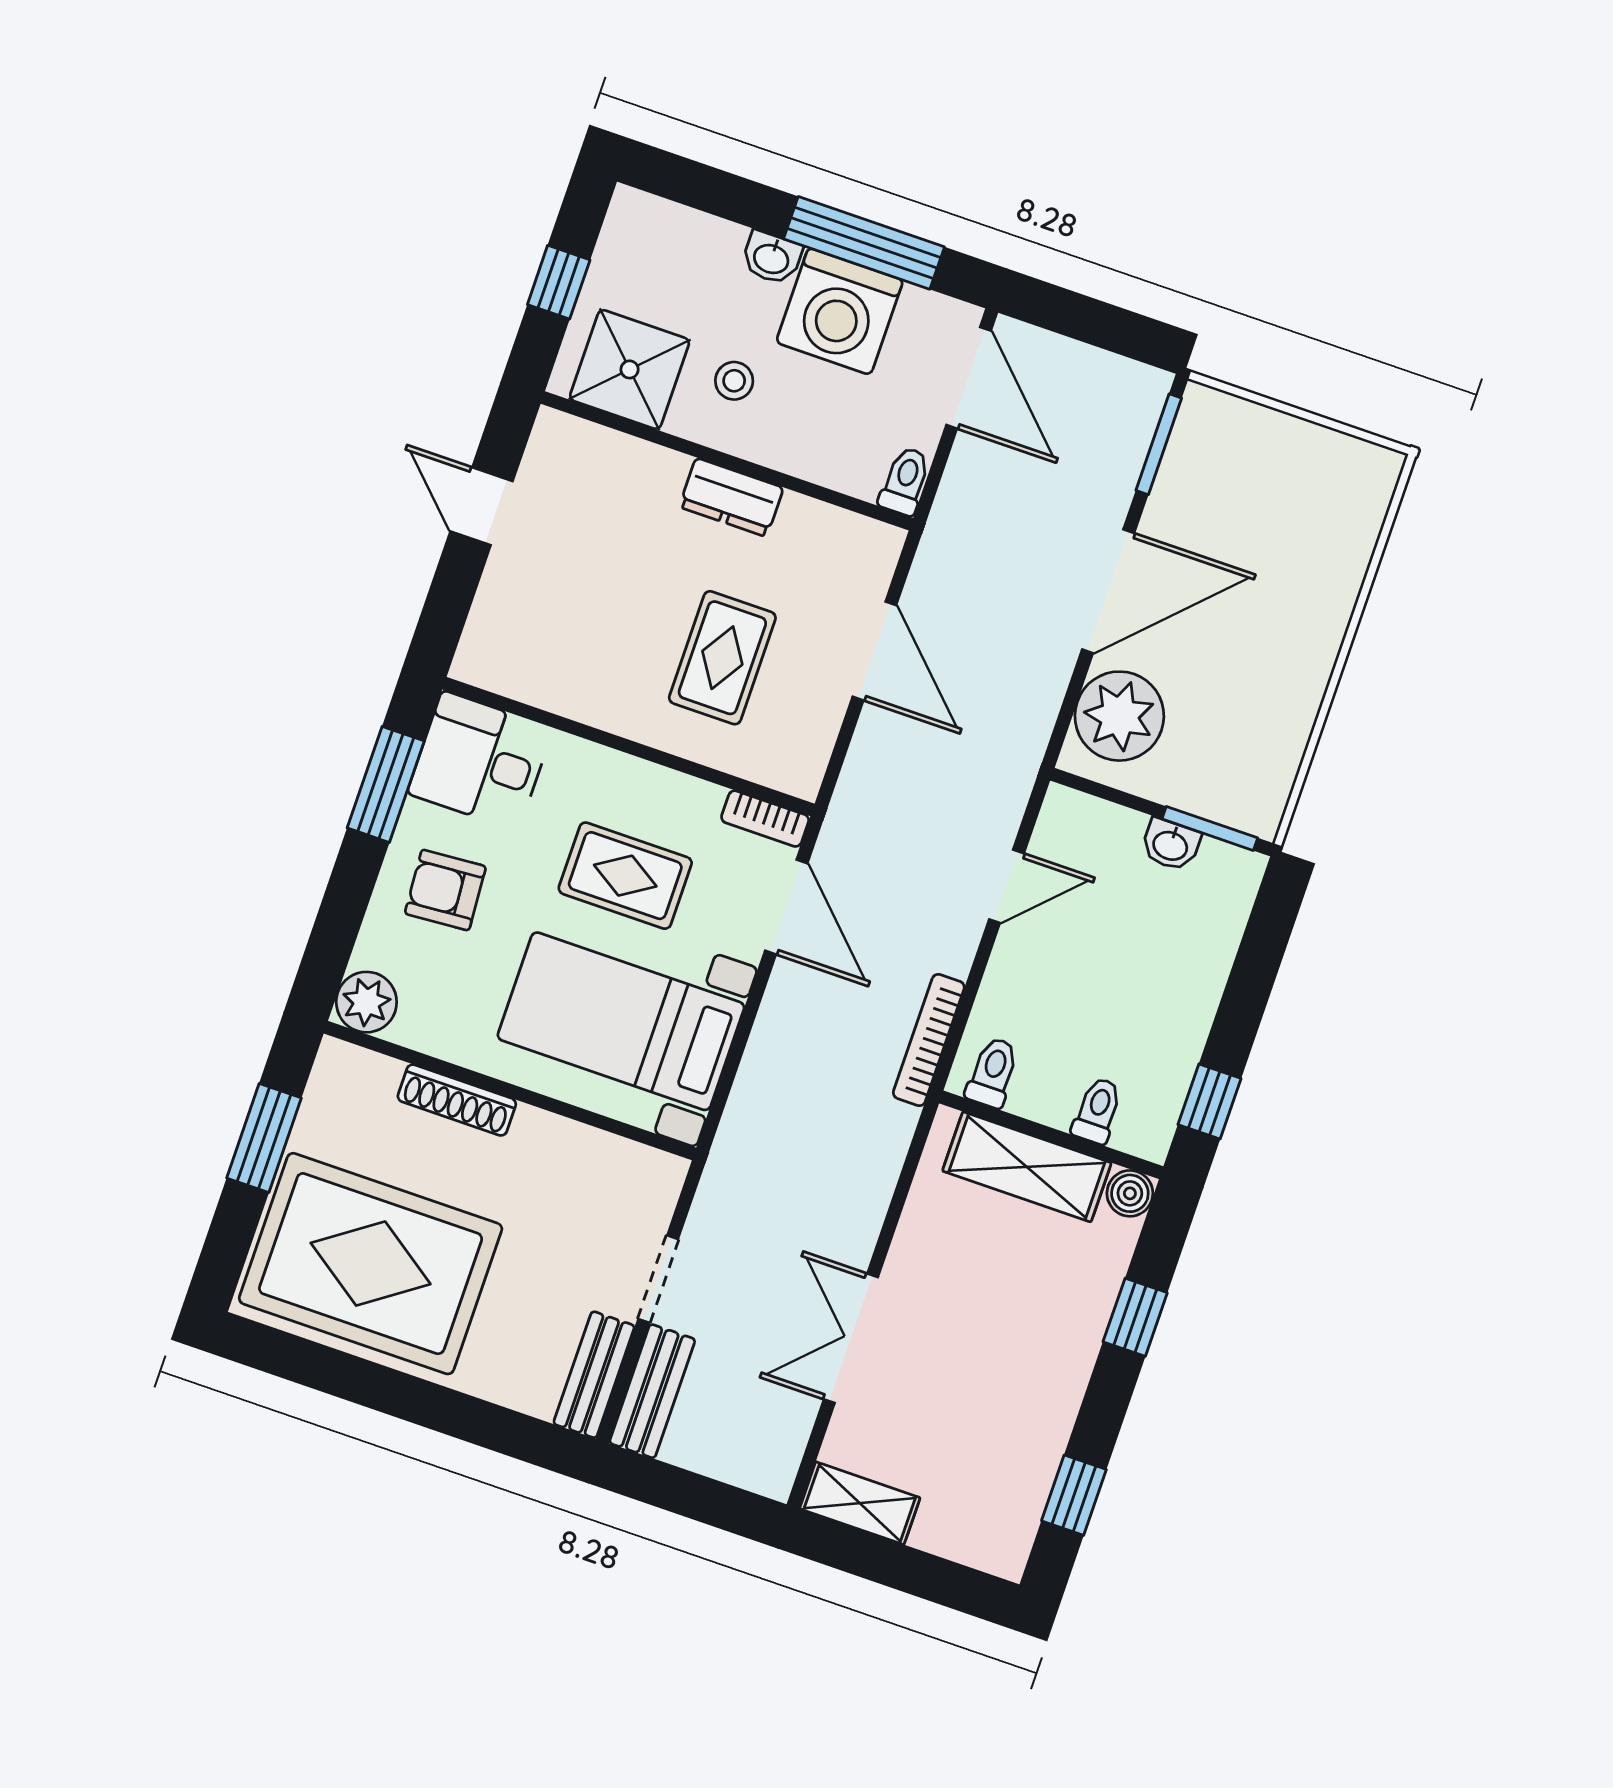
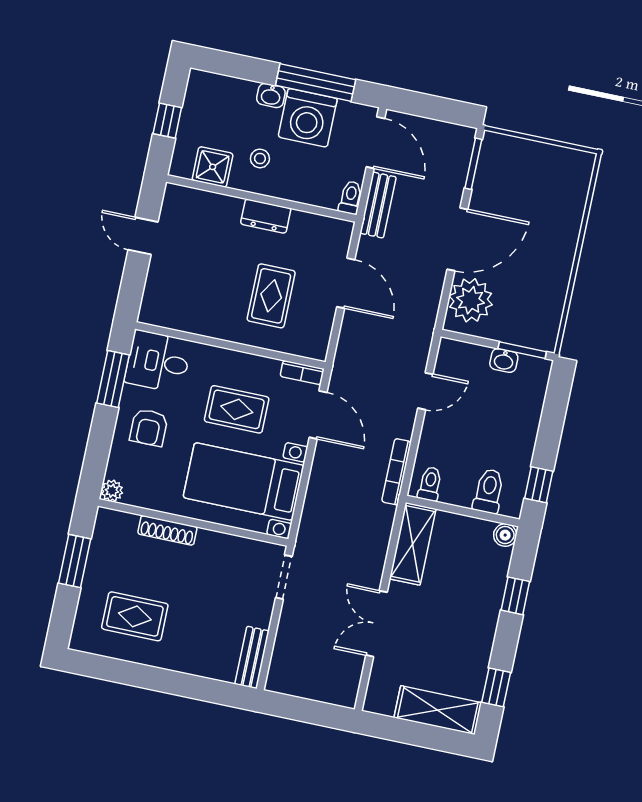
shower: (630, 369) -> (213, 167), width x0.73, depth x0.73
armchair: (445, 890) -> (149, 427), turned -86
plant: (366, 1002) -> (112, 491), width x0.73, depth x0.73
toilet: (1097, 1111) -> (489, 491), width x1.37, depth x1.39
shelving: (1027, 1167) -> (413, 544), moved, turned 90
rug: (371, 1264) -> (135, 616), width x0.54, depth x0.49
doorway: (658, 1279) -> (284, 577), moved
bench: (652, 1391) -> (378, 205), moved
shelving: (860, 1503) -> (438, 710), moved, width x1.50, depth x1.33

